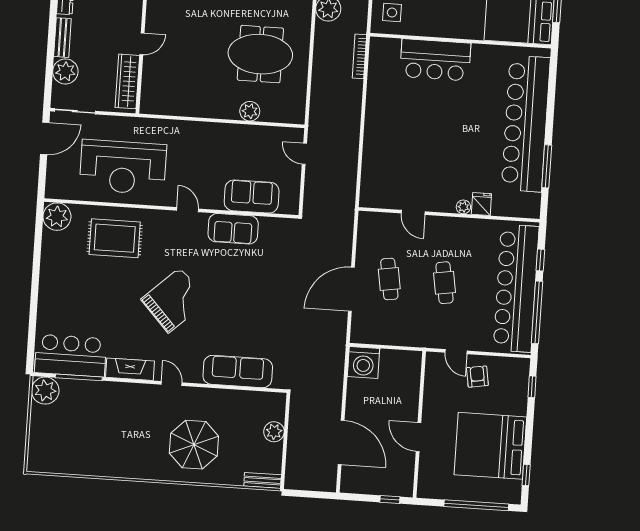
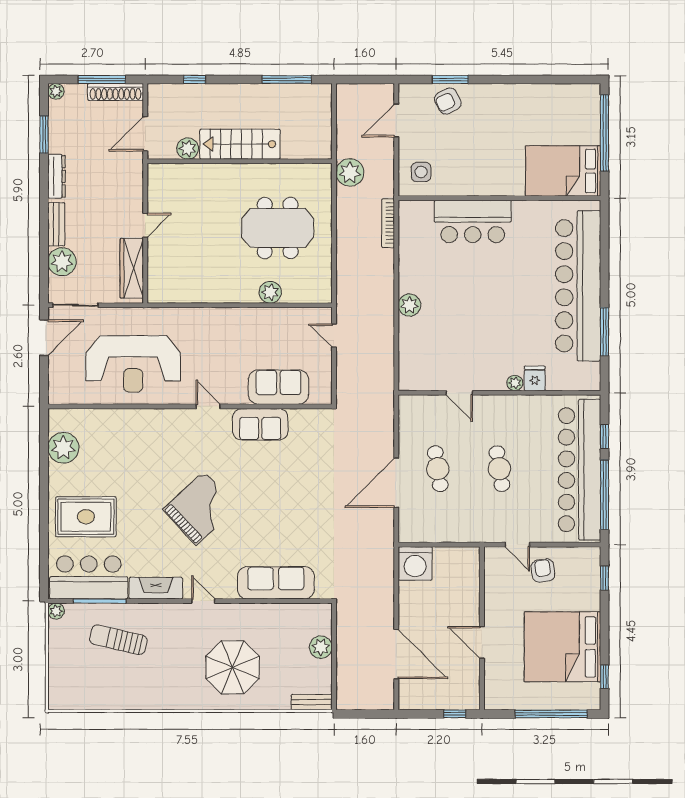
plant: (374, 131) -> (409, 305), added
plant: (57, 217) -> (63, 448), moved
rug: (115, 238) -> (86, 517), moved
plant: (45, 391) -> (56, 611), width x0.53, depth x0.53
sun lounger: (93, 413) -> (118, 640), added

